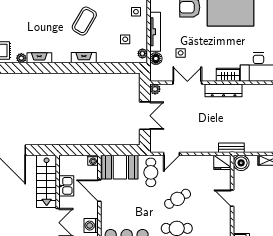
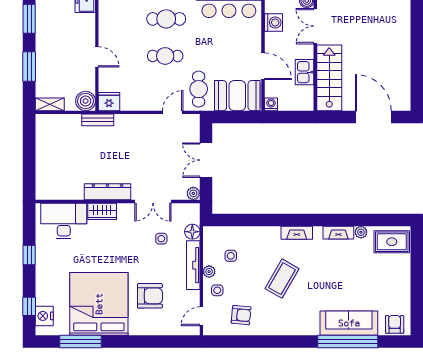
plant: (142, 53) -> (209, 272), moved
fireplace: (84, 58) -> (297, 233), moved
cafe table: (178, 199) -> (165, 56), turned 31

